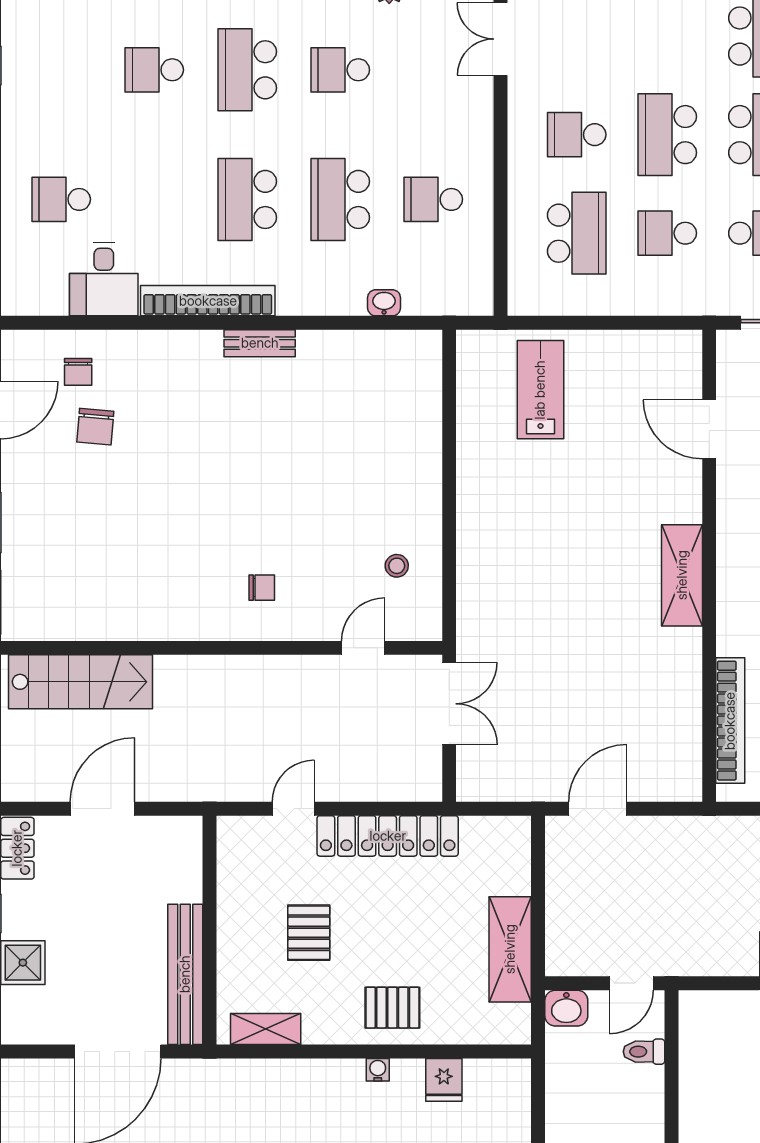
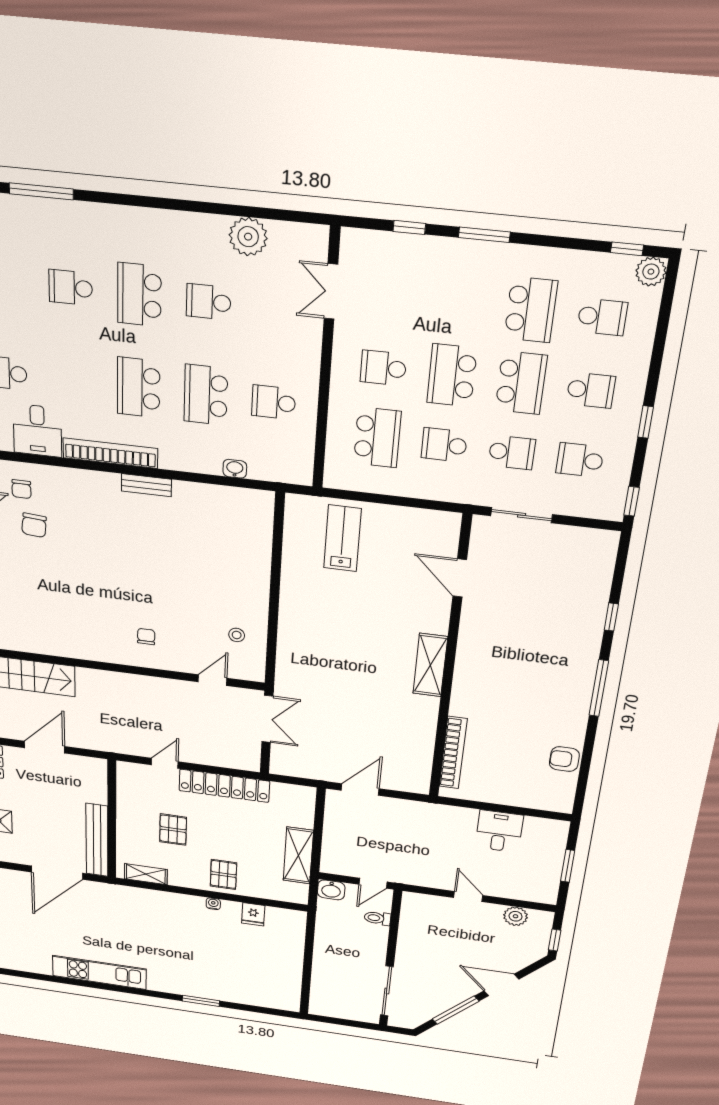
chair: (262, 588) -> (146, 637), turned -90
pallet: (392, 1008) -> (223, 874), turned 90

